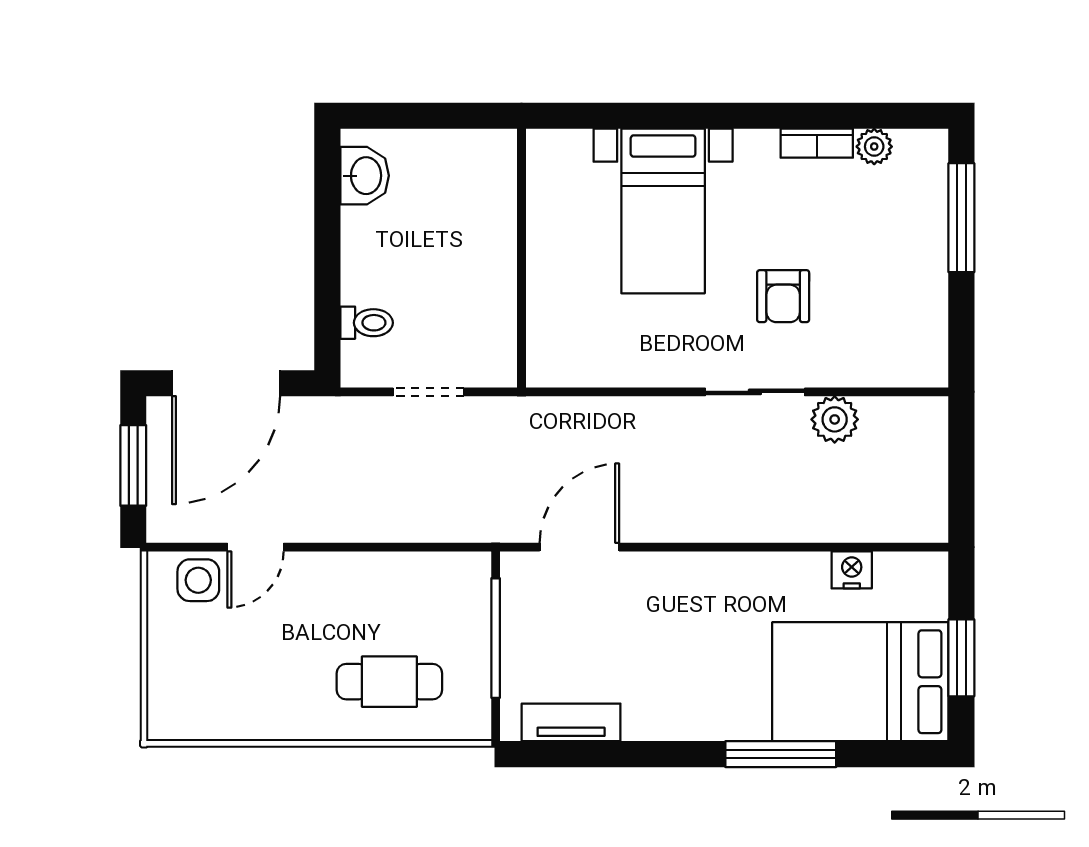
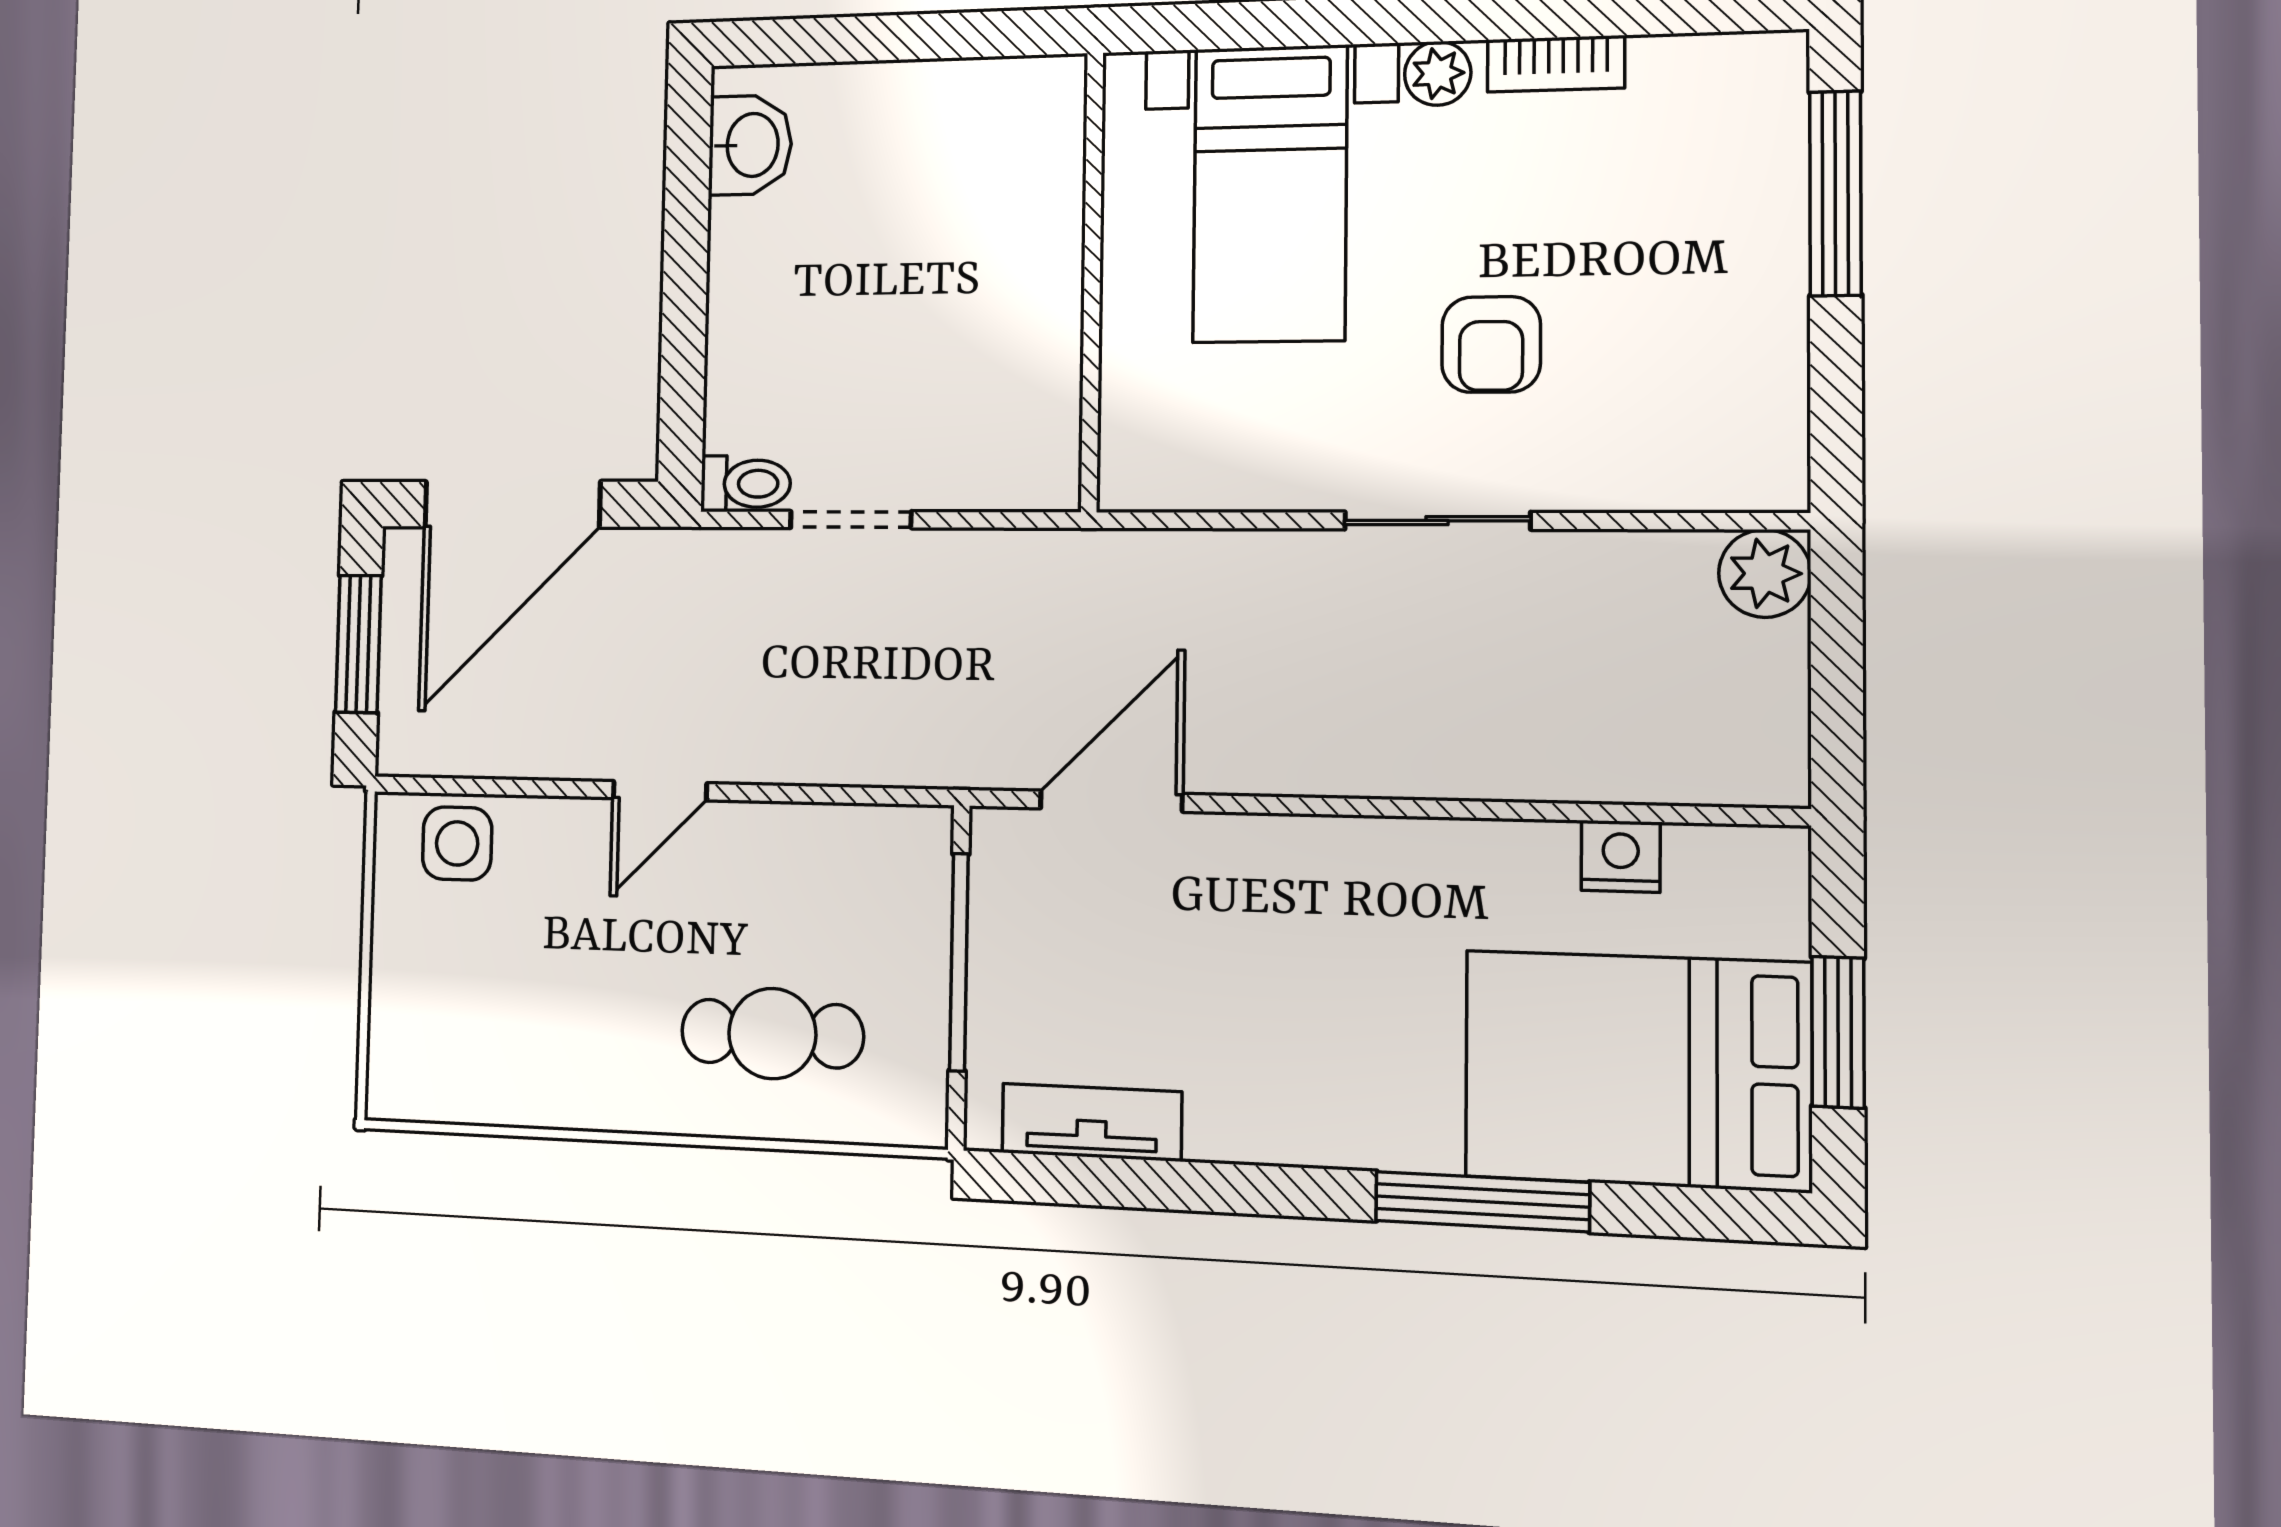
plant: (874, 147) -> (1438, 73), moved
wall: (521, 258) -> (1092, 281), moved
toilet: (367, 323) -> (746, 484), moved
plant: (835, 419) -> (1765, 573), moved
door: (256, 547) -> (660, 791), moved

